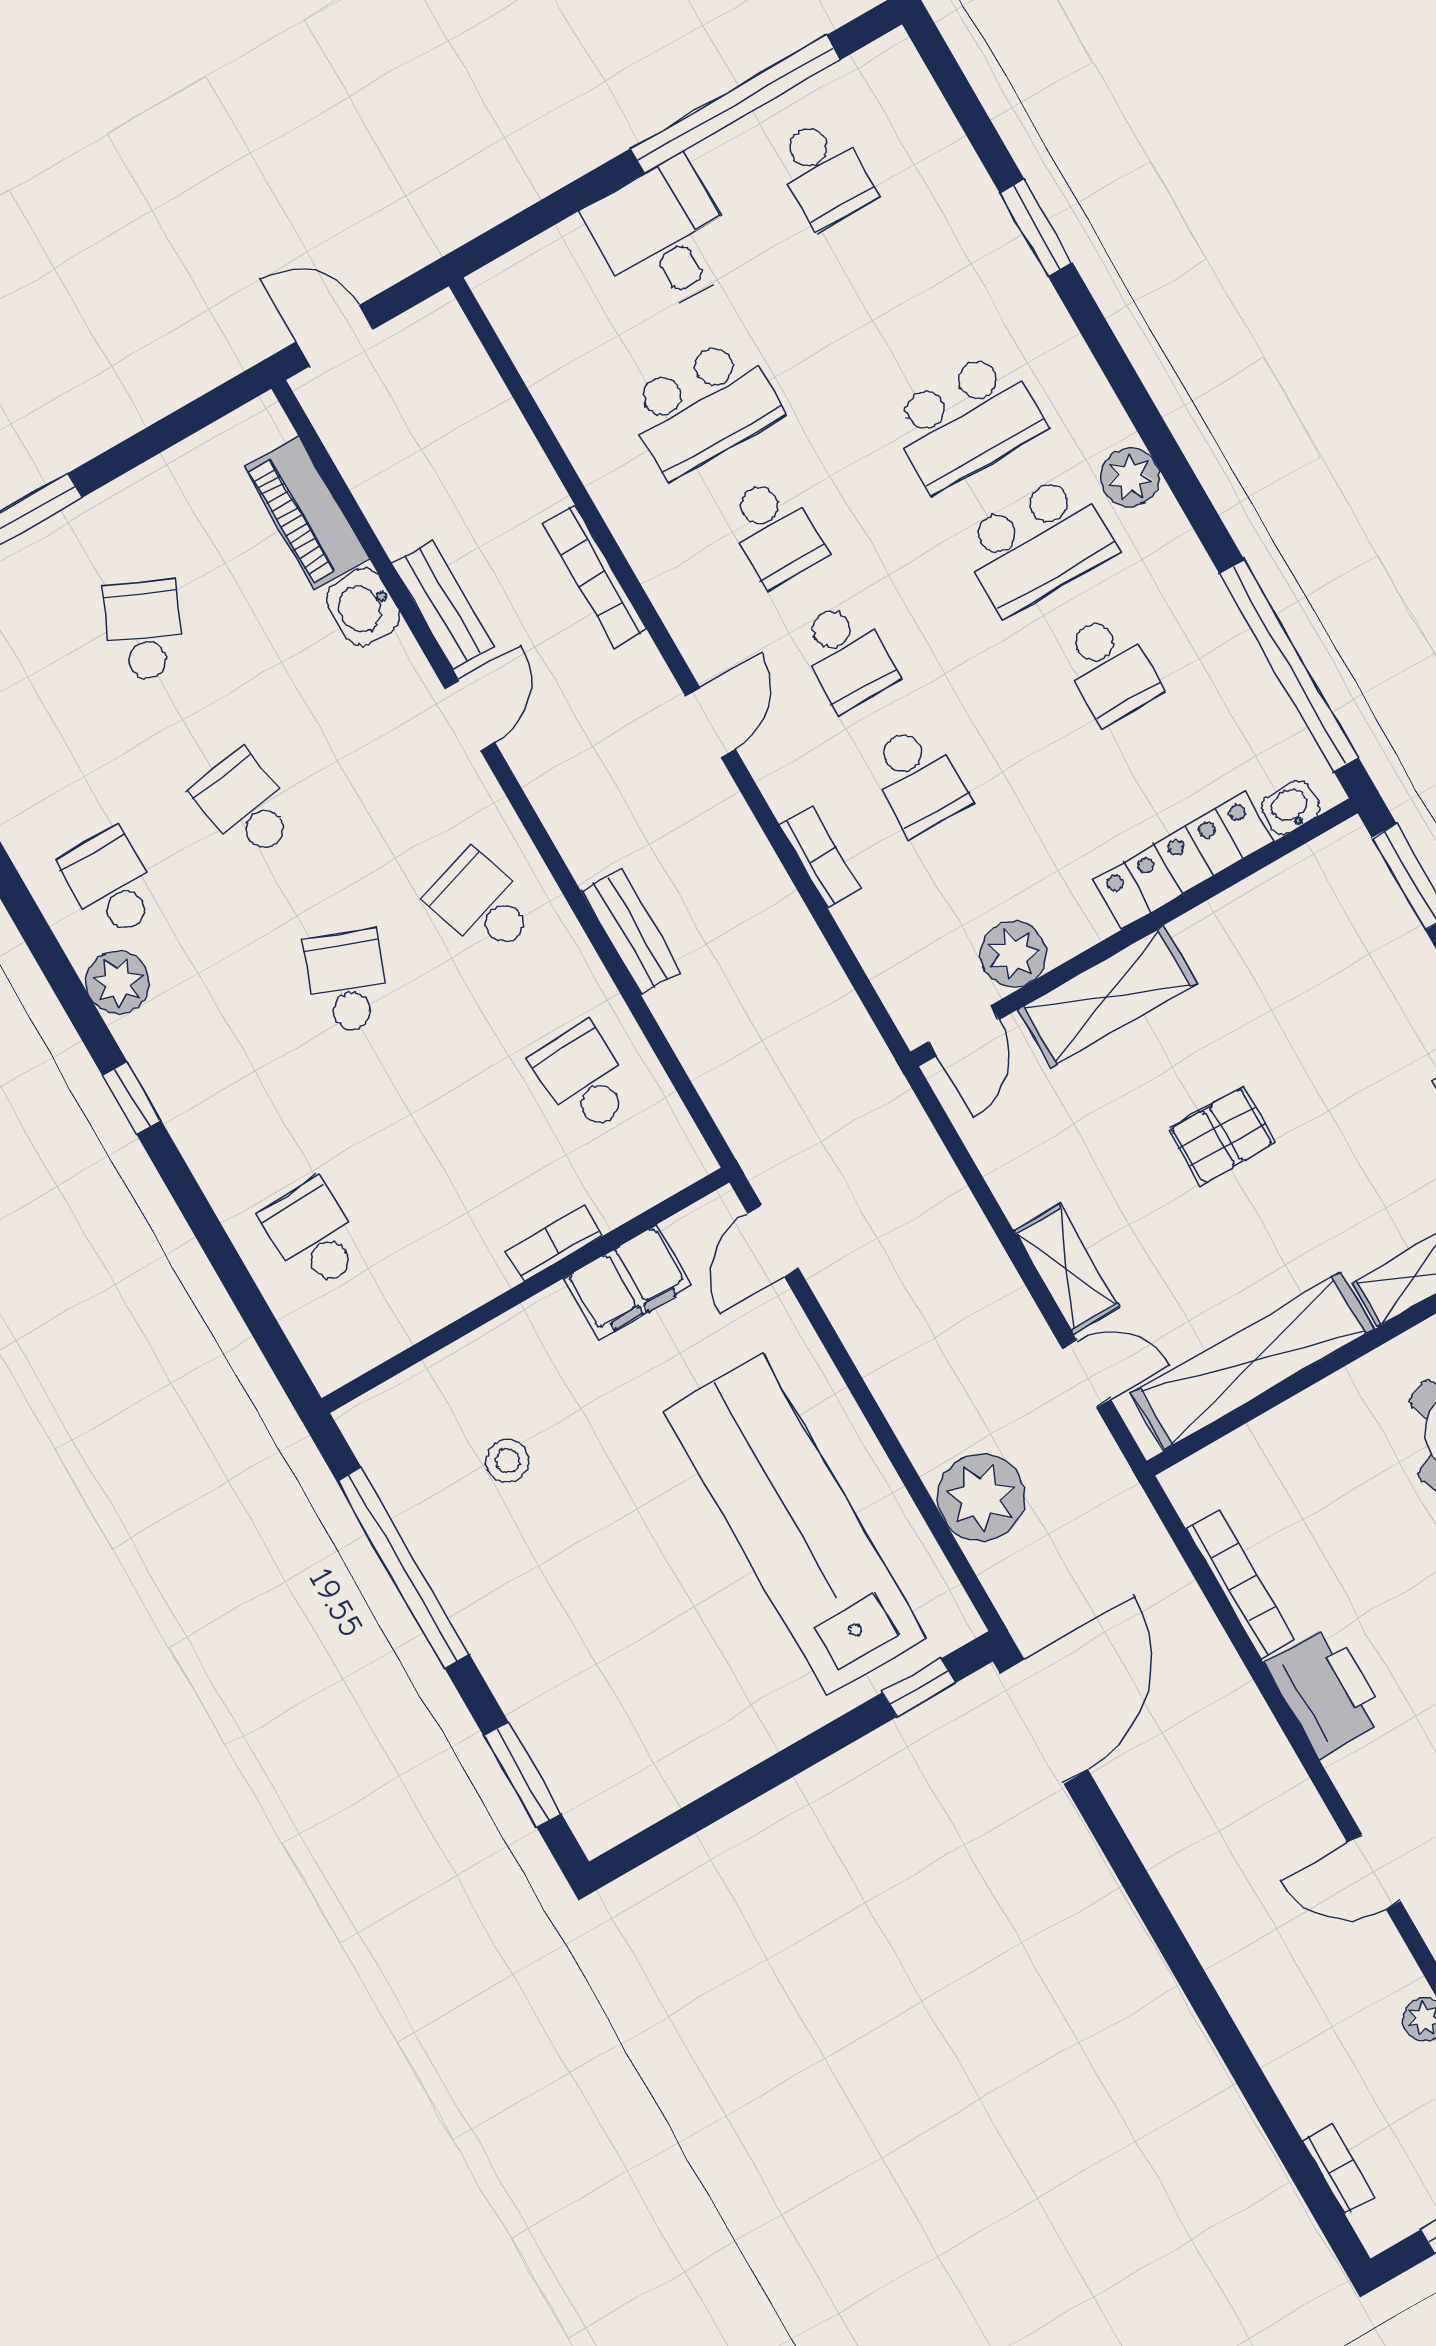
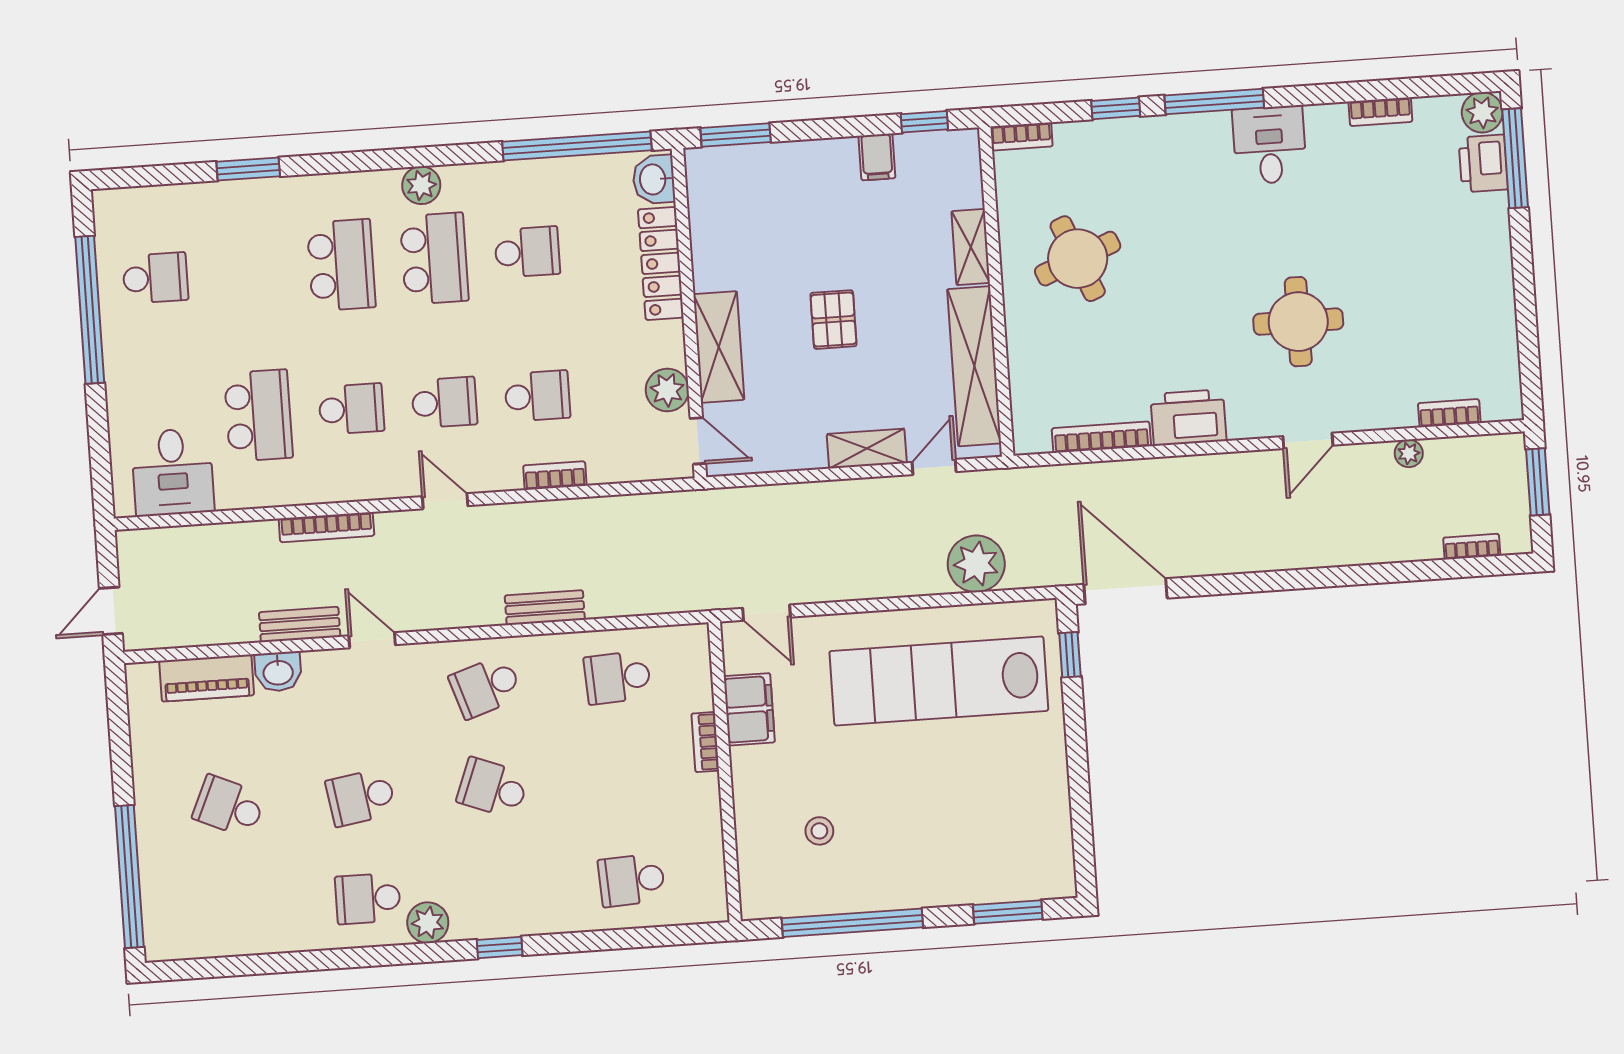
desk: (663, 237) -> (173, 472), moved, turned -90
washbasin: (1291, 807) -> (654, 179), width x1.38, depth x1.45

